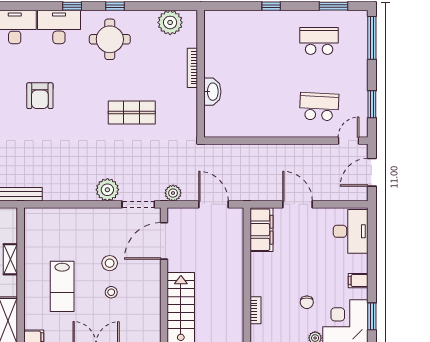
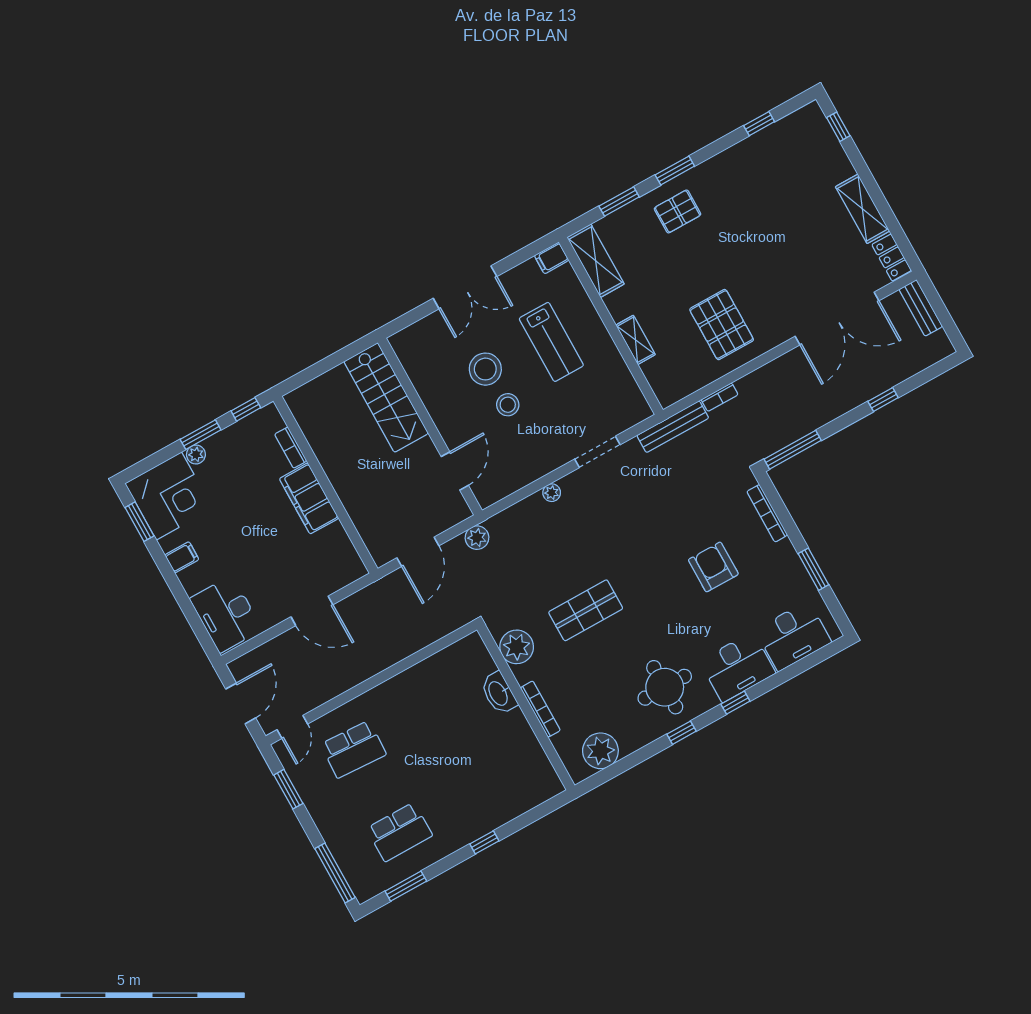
plant: (186, 114) -> (517, 647), added
plant: (107, 190) -> (552, 493), width x0.53, depth x0.53
doorway: (138, 204) -> (597, 452), moved
door: (214, 204) -> (418, 552), hinge flipped
filing cabinet: (261, 230) -> (309, 498), moved
door: (164, 241) -> (455, 471), width x0.73
lab bench: (62, 286) -> (551, 342), turned 180
stool: (111, 292) -> (485, 369), width x1.89, depth x1.89
chair: (307, 302) -> (232, 494), removed

